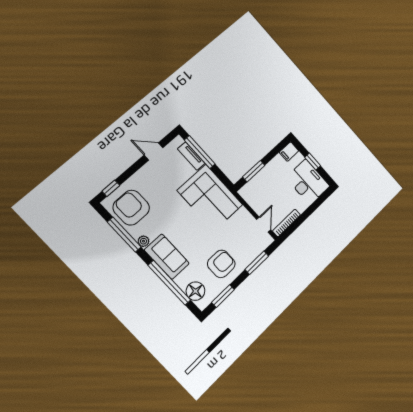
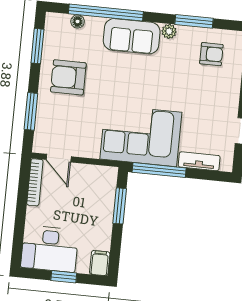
window: (200, 152) -> (159, 170), moved
armchair: (131, 208) -> (211, 54), width x0.53, depth x0.53
window: (124, 235) -> (194, 21), width x0.69
armchair: (221, 264) -> (68, 77), turned 90
floor lamp: (195, 291) -> (78, 21), width x0.53, depth x0.53

